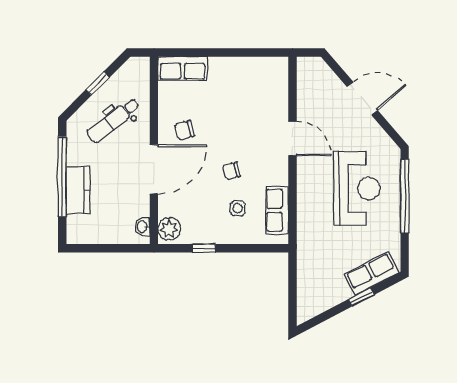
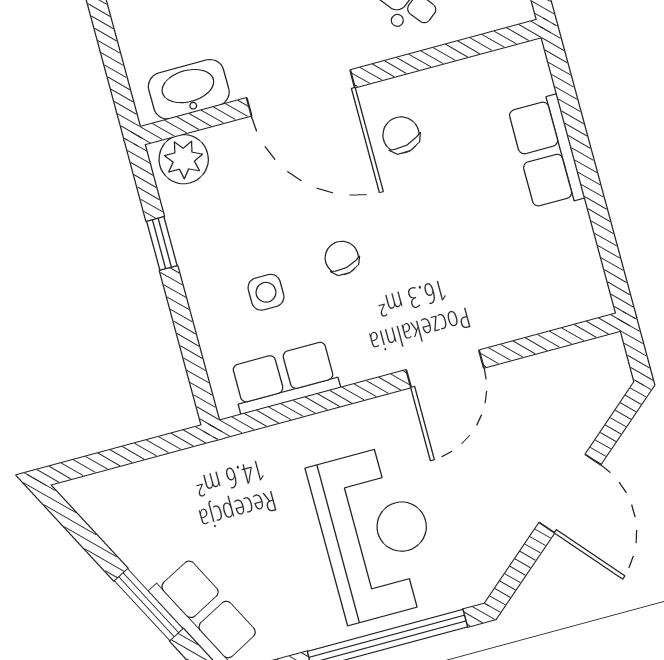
row of seats: (183, 68) -> (546, 153), moved
reception desk: (357, 189) -> (376, 534), turned -90
washbasin: (142, 227) -> (189, 89), width x1.91, depth x1.45
window: (361, 297) -> (149, 605), width x1.50

